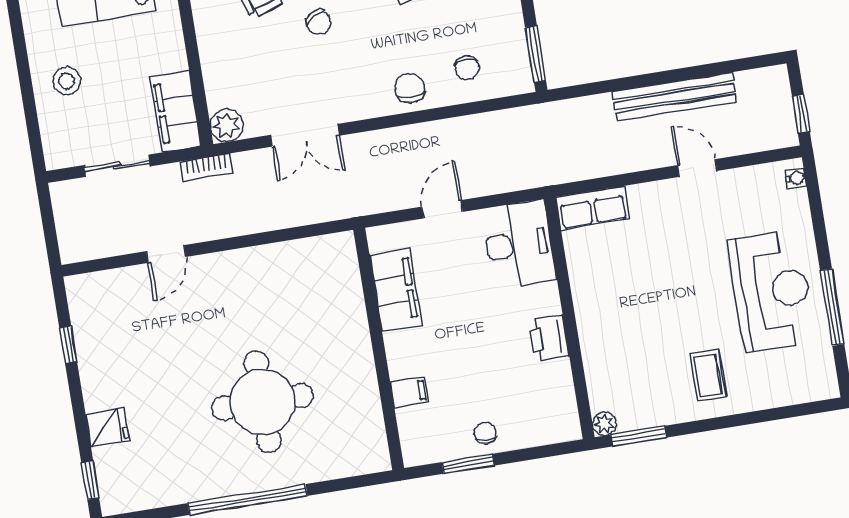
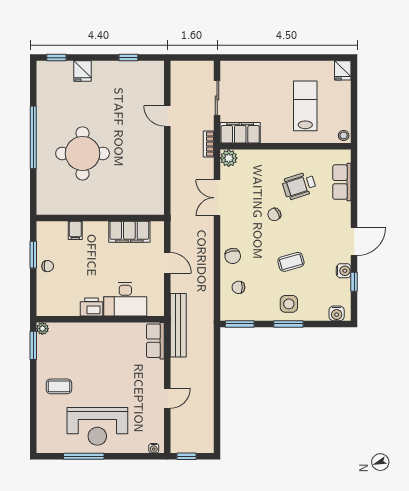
stool: (67, 81) -> (265, 79), removed
chair: (410, 88) -> (233, 256), turned 79
bench: (674, 97) -> (178, 325), moved
desk: (519, 244) -> (125, 299), moved

